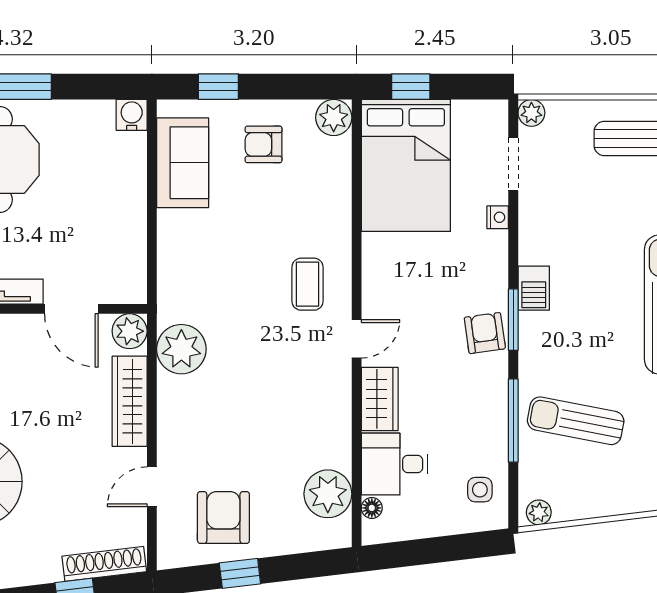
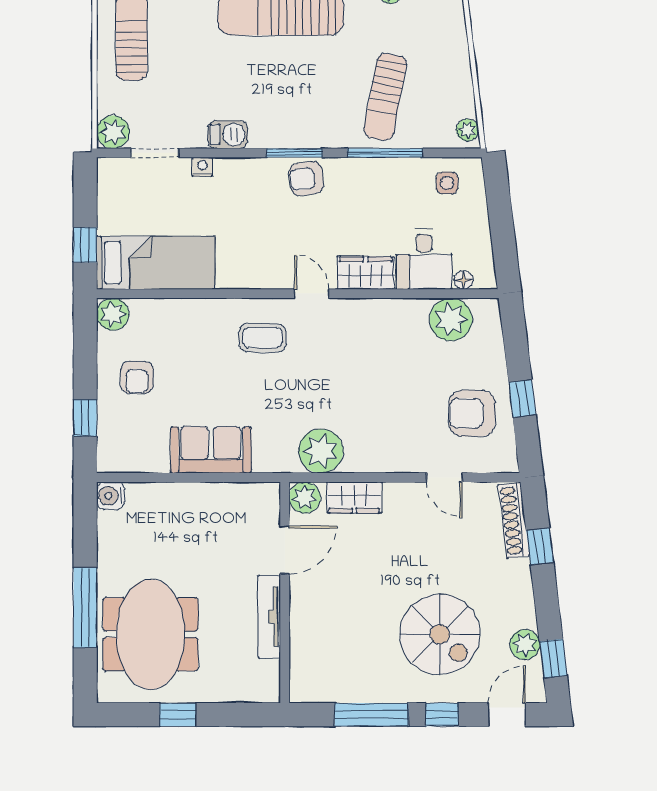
plant: (531, 113) -> (113, 132), width x1.38, depth x1.38
sofa: (183, 163) -> (211, 450), moved
bed: (406, 165) -> (156, 263), width x0.67
barbecue: (534, 288) -> (228, 135), moved
wardrobe: (130, 401) -> (354, 498), width x0.67

